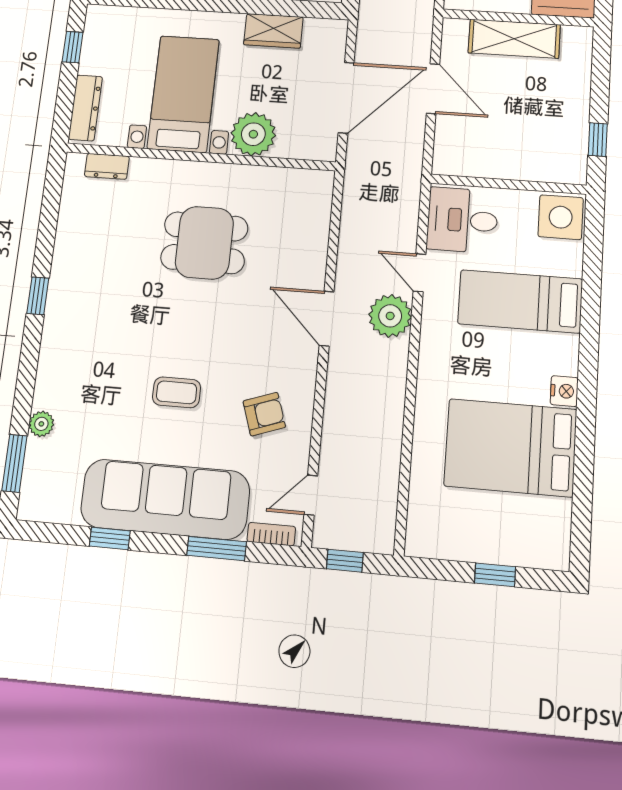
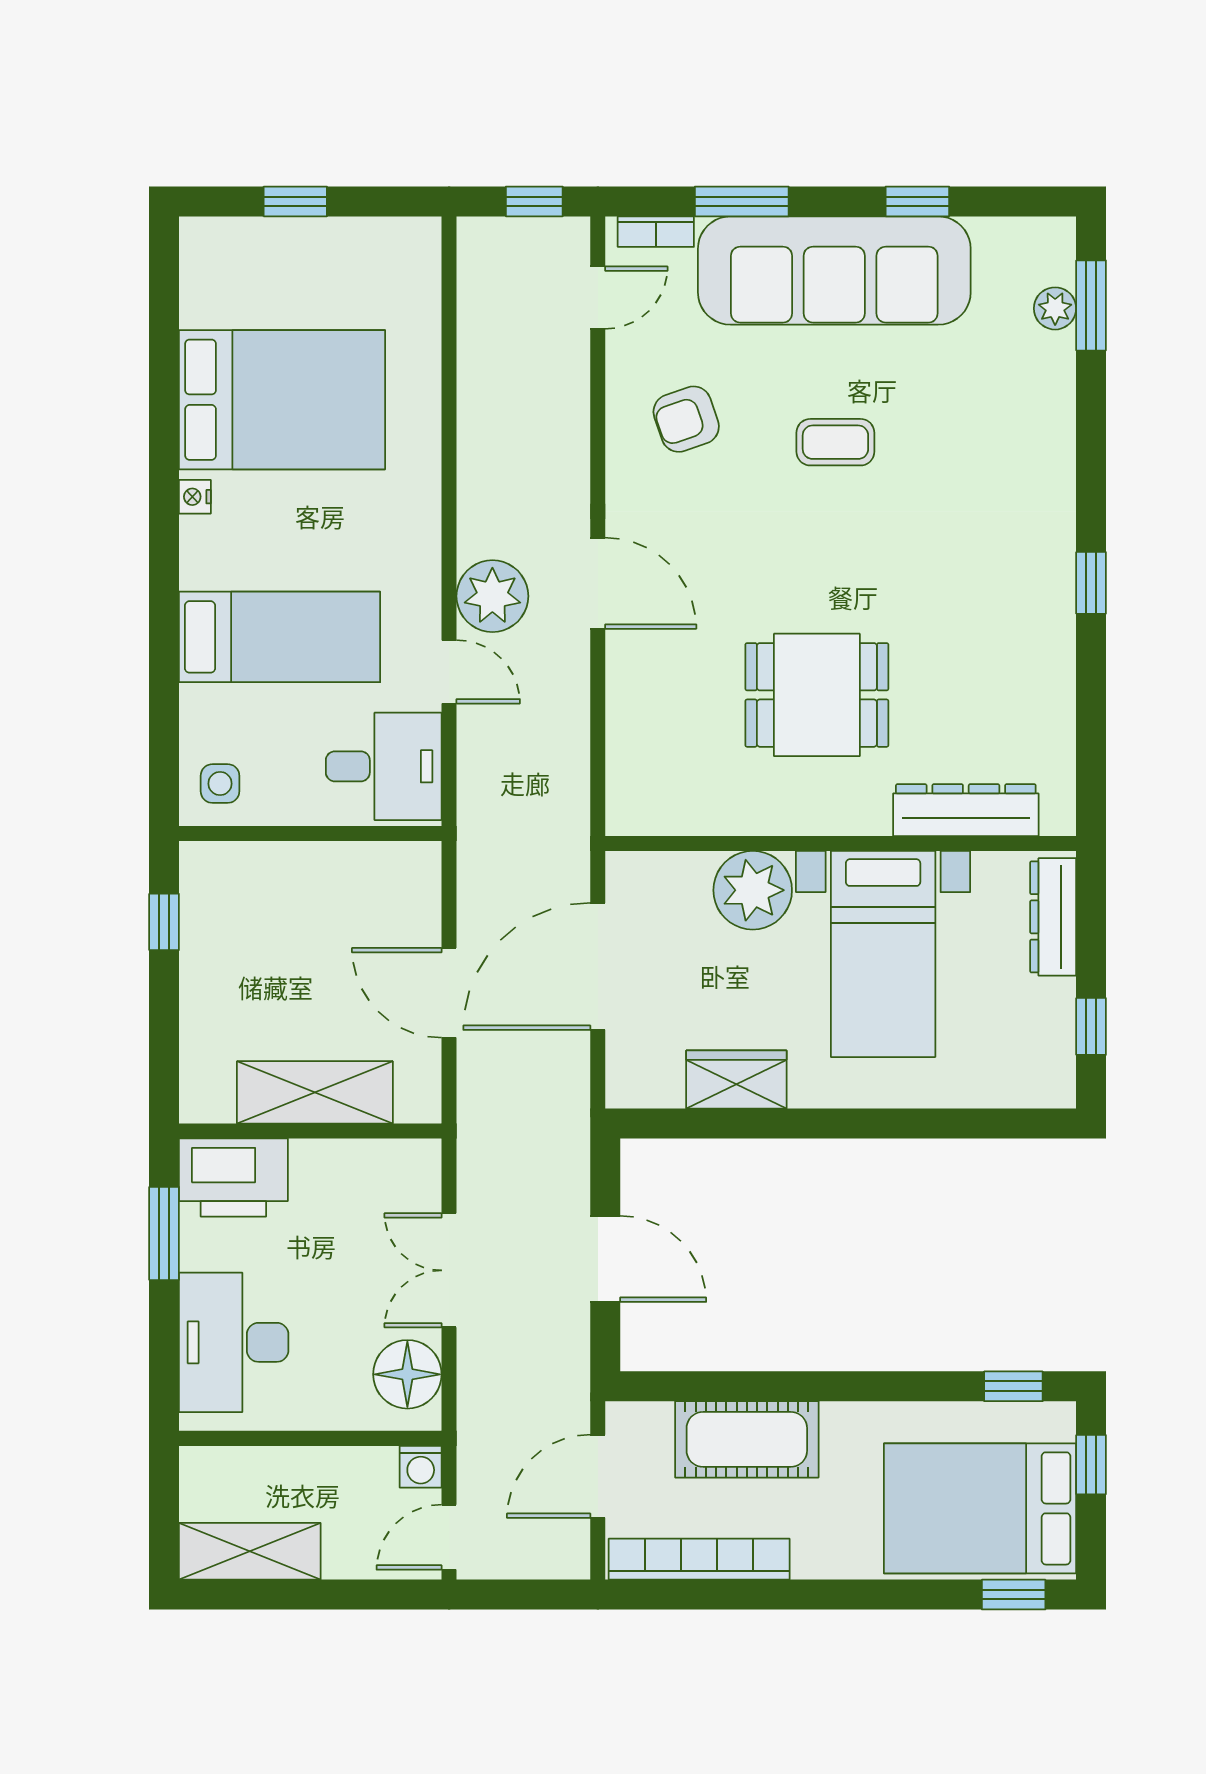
dresser: (107, 166) -> (966, 810), width x1.96, depth x1.24
side table: (561, 217) -> (220, 784), width x0.54, depth x0.54
nightstand: (564, 391) -> (195, 497), width x0.72, depth x0.74
plant: (41, 424) -> (1055, 308), moved

